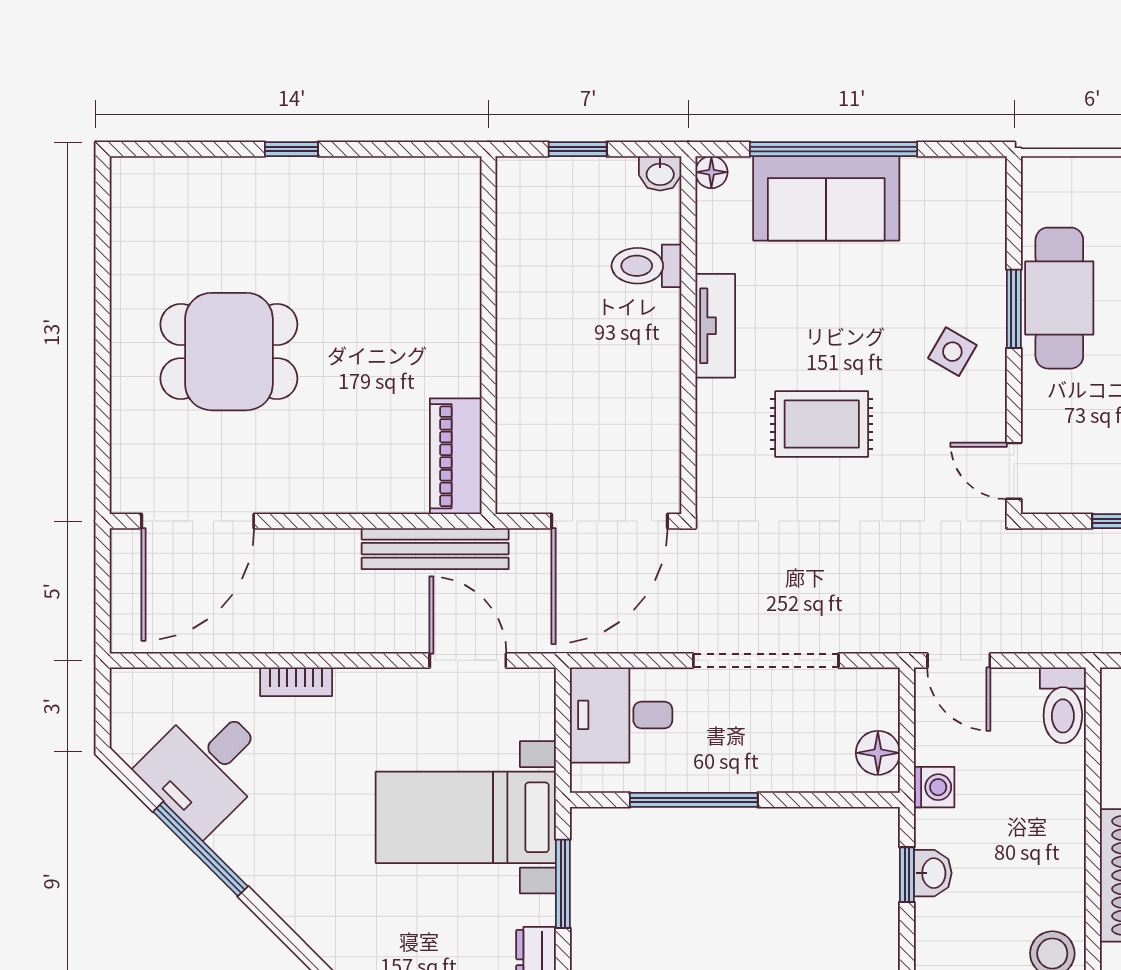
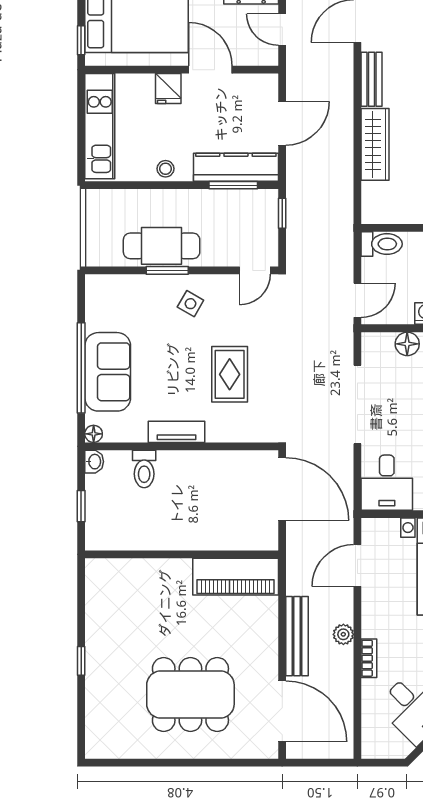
dining table: (229, 352) -> (190, 695), width x1.38
piano: (456, 456) -> (236, 577), width x1.37, depth x1.33
bench: (435, 549) -> (297, 636), moved
plant: (340, 634) -> (343, 634), added

